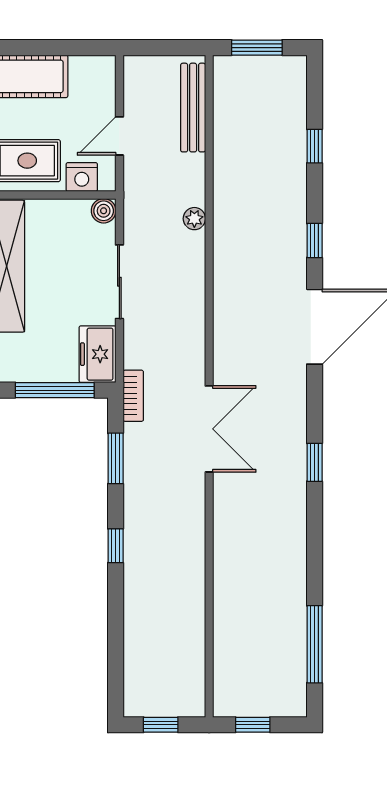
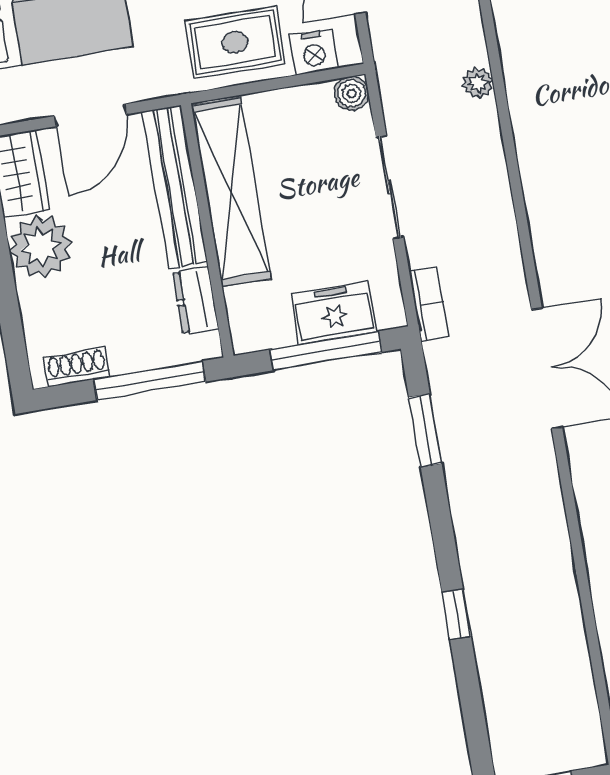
freezer: (97, 354) -> (334, 313), moved, turned 90
bookcase: (133, 396) -> (429, 304), moved
window: (116, 546) -> (456, 614), moved

